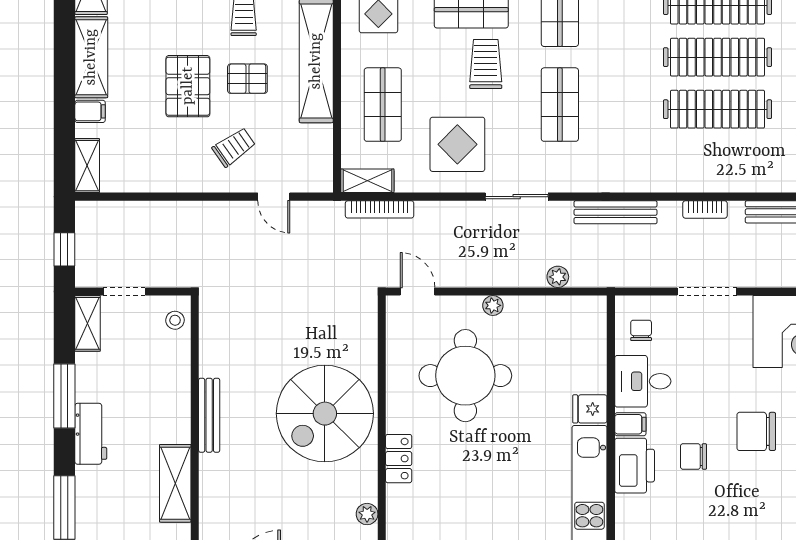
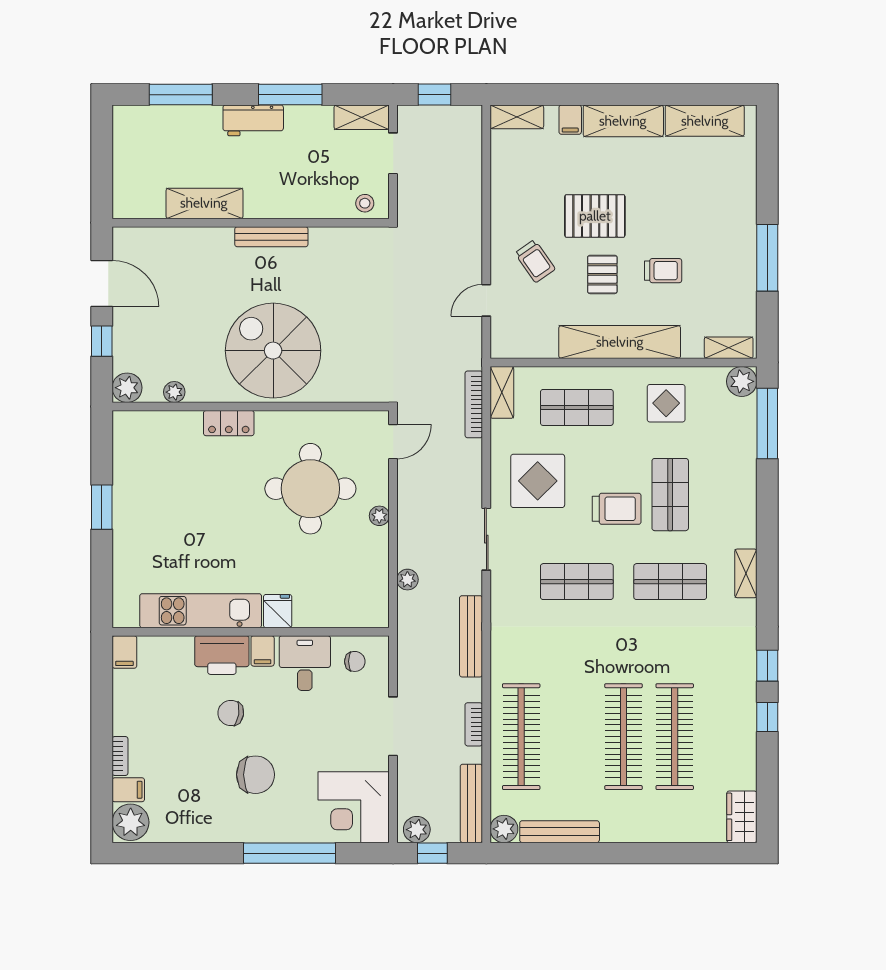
clothes rail: (717, 109) -> (521, 737), moved
chair: (756, 431) -> (255, 775), turned 90
chair: (693, 457) -> (231, 713), turned -81

